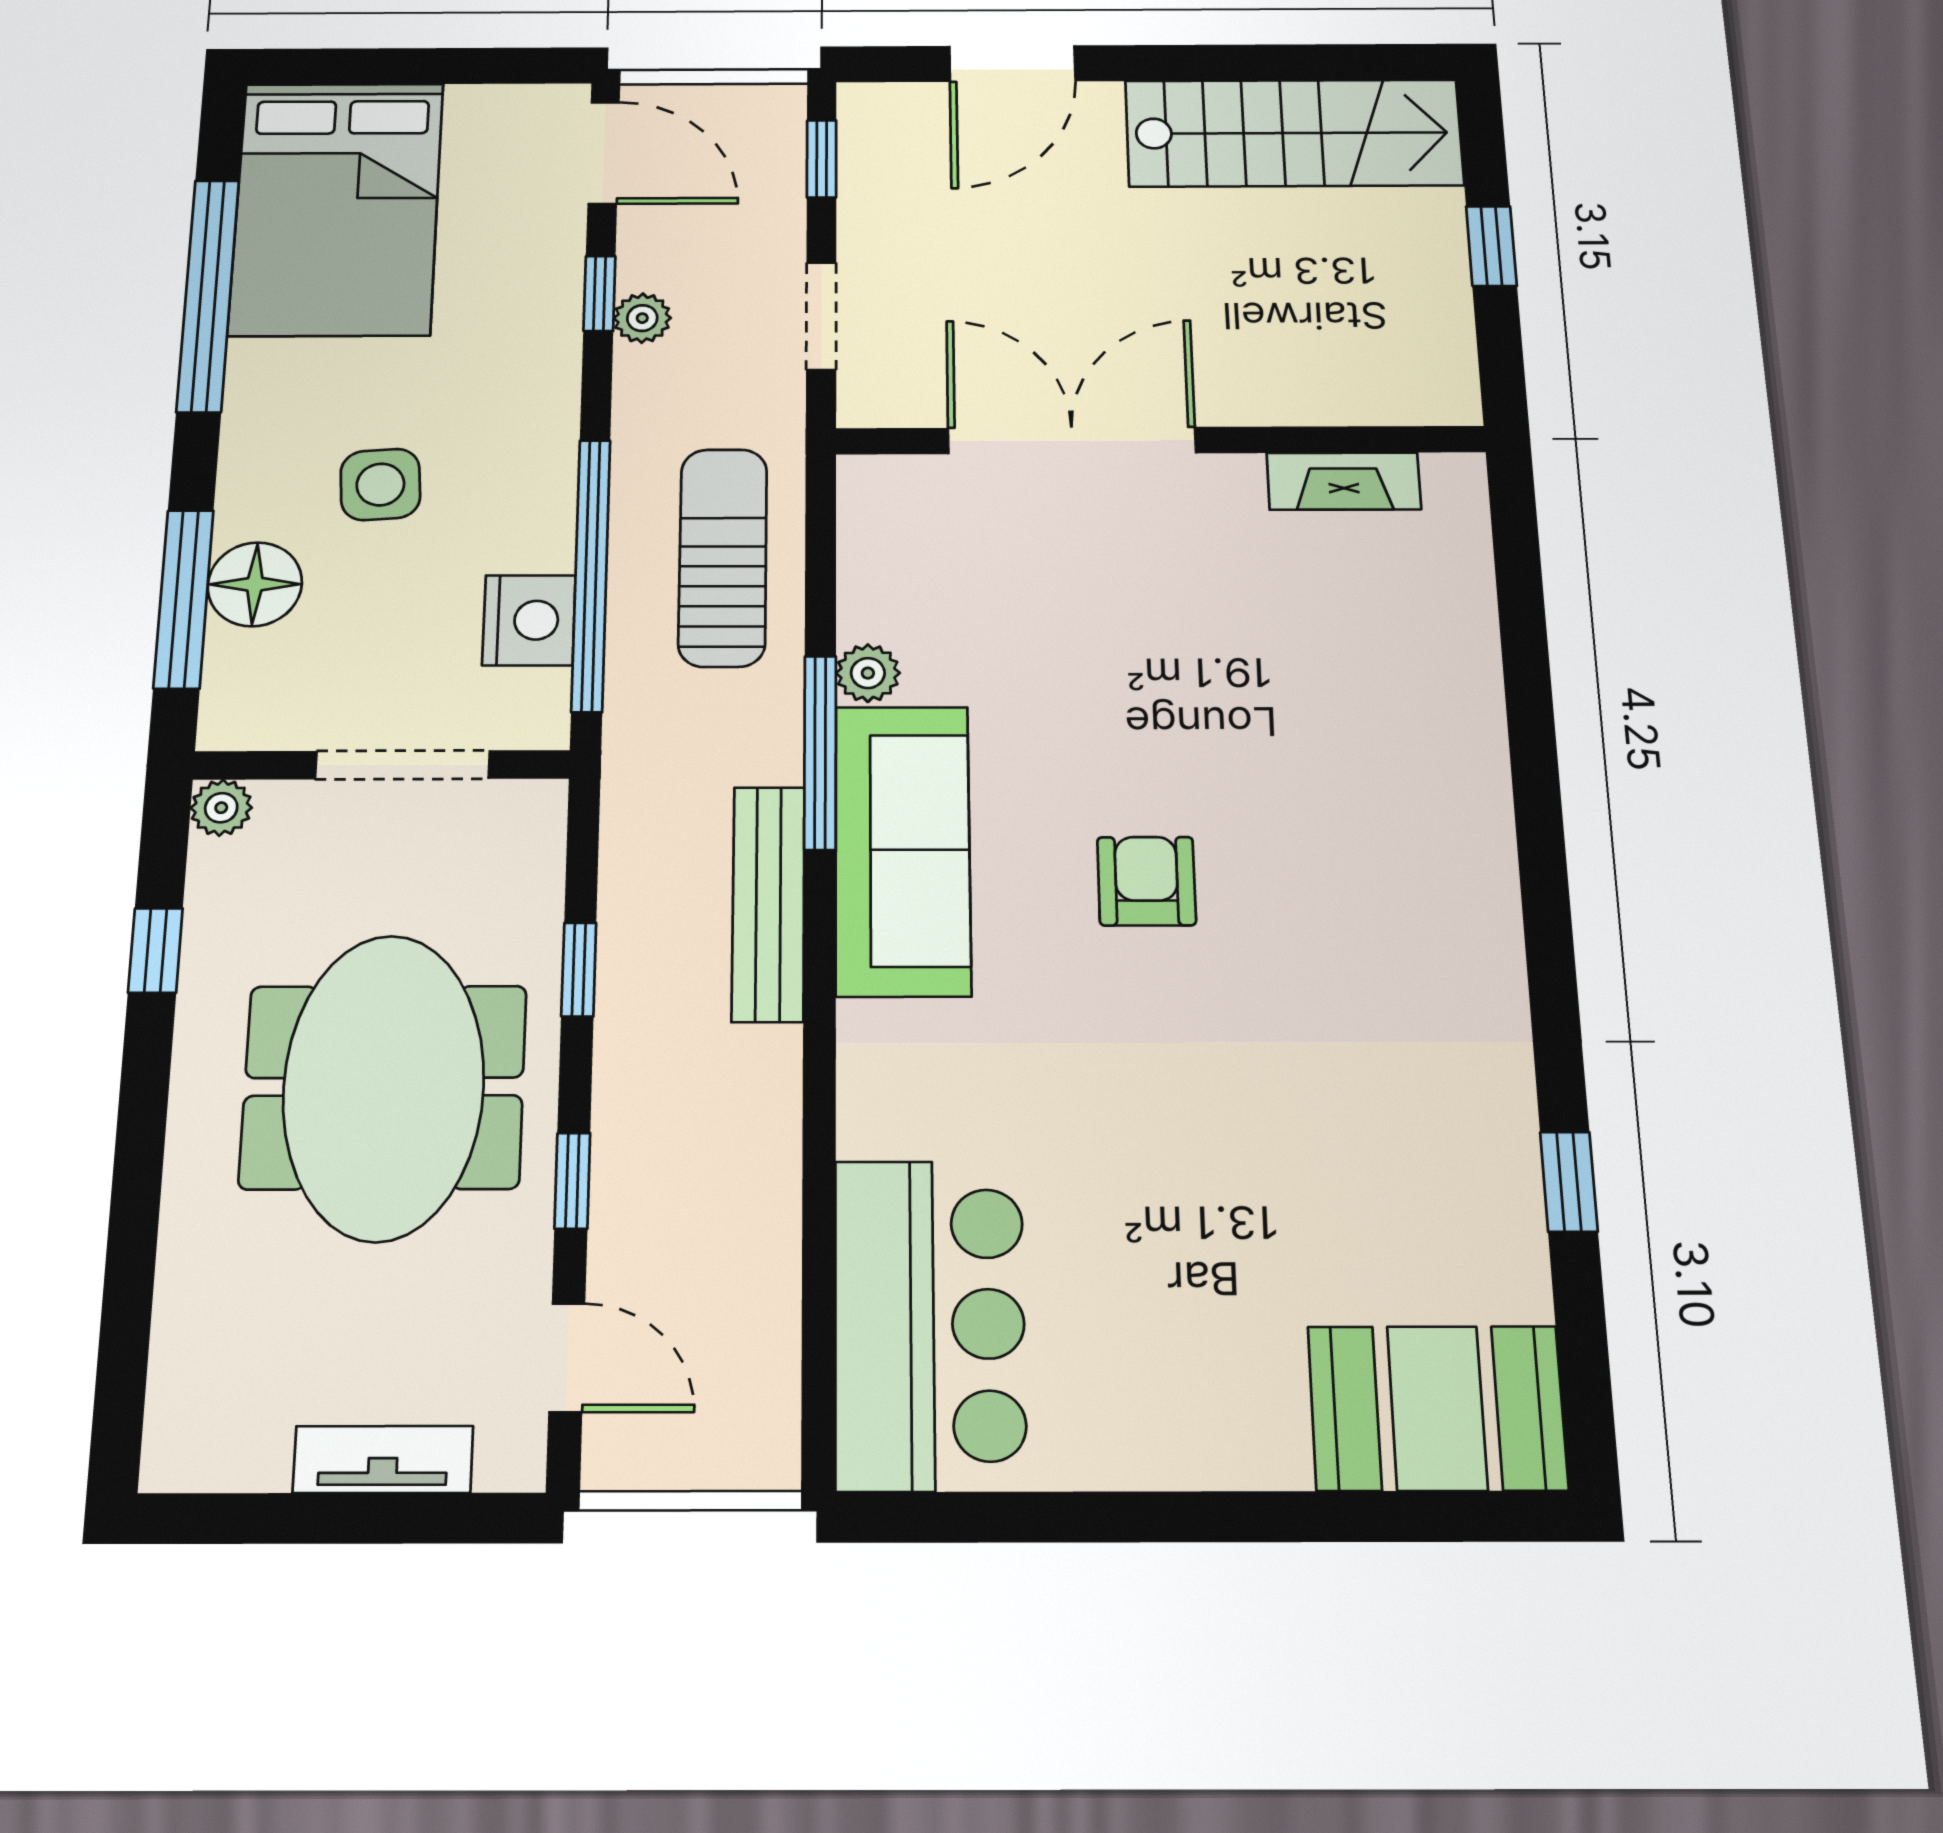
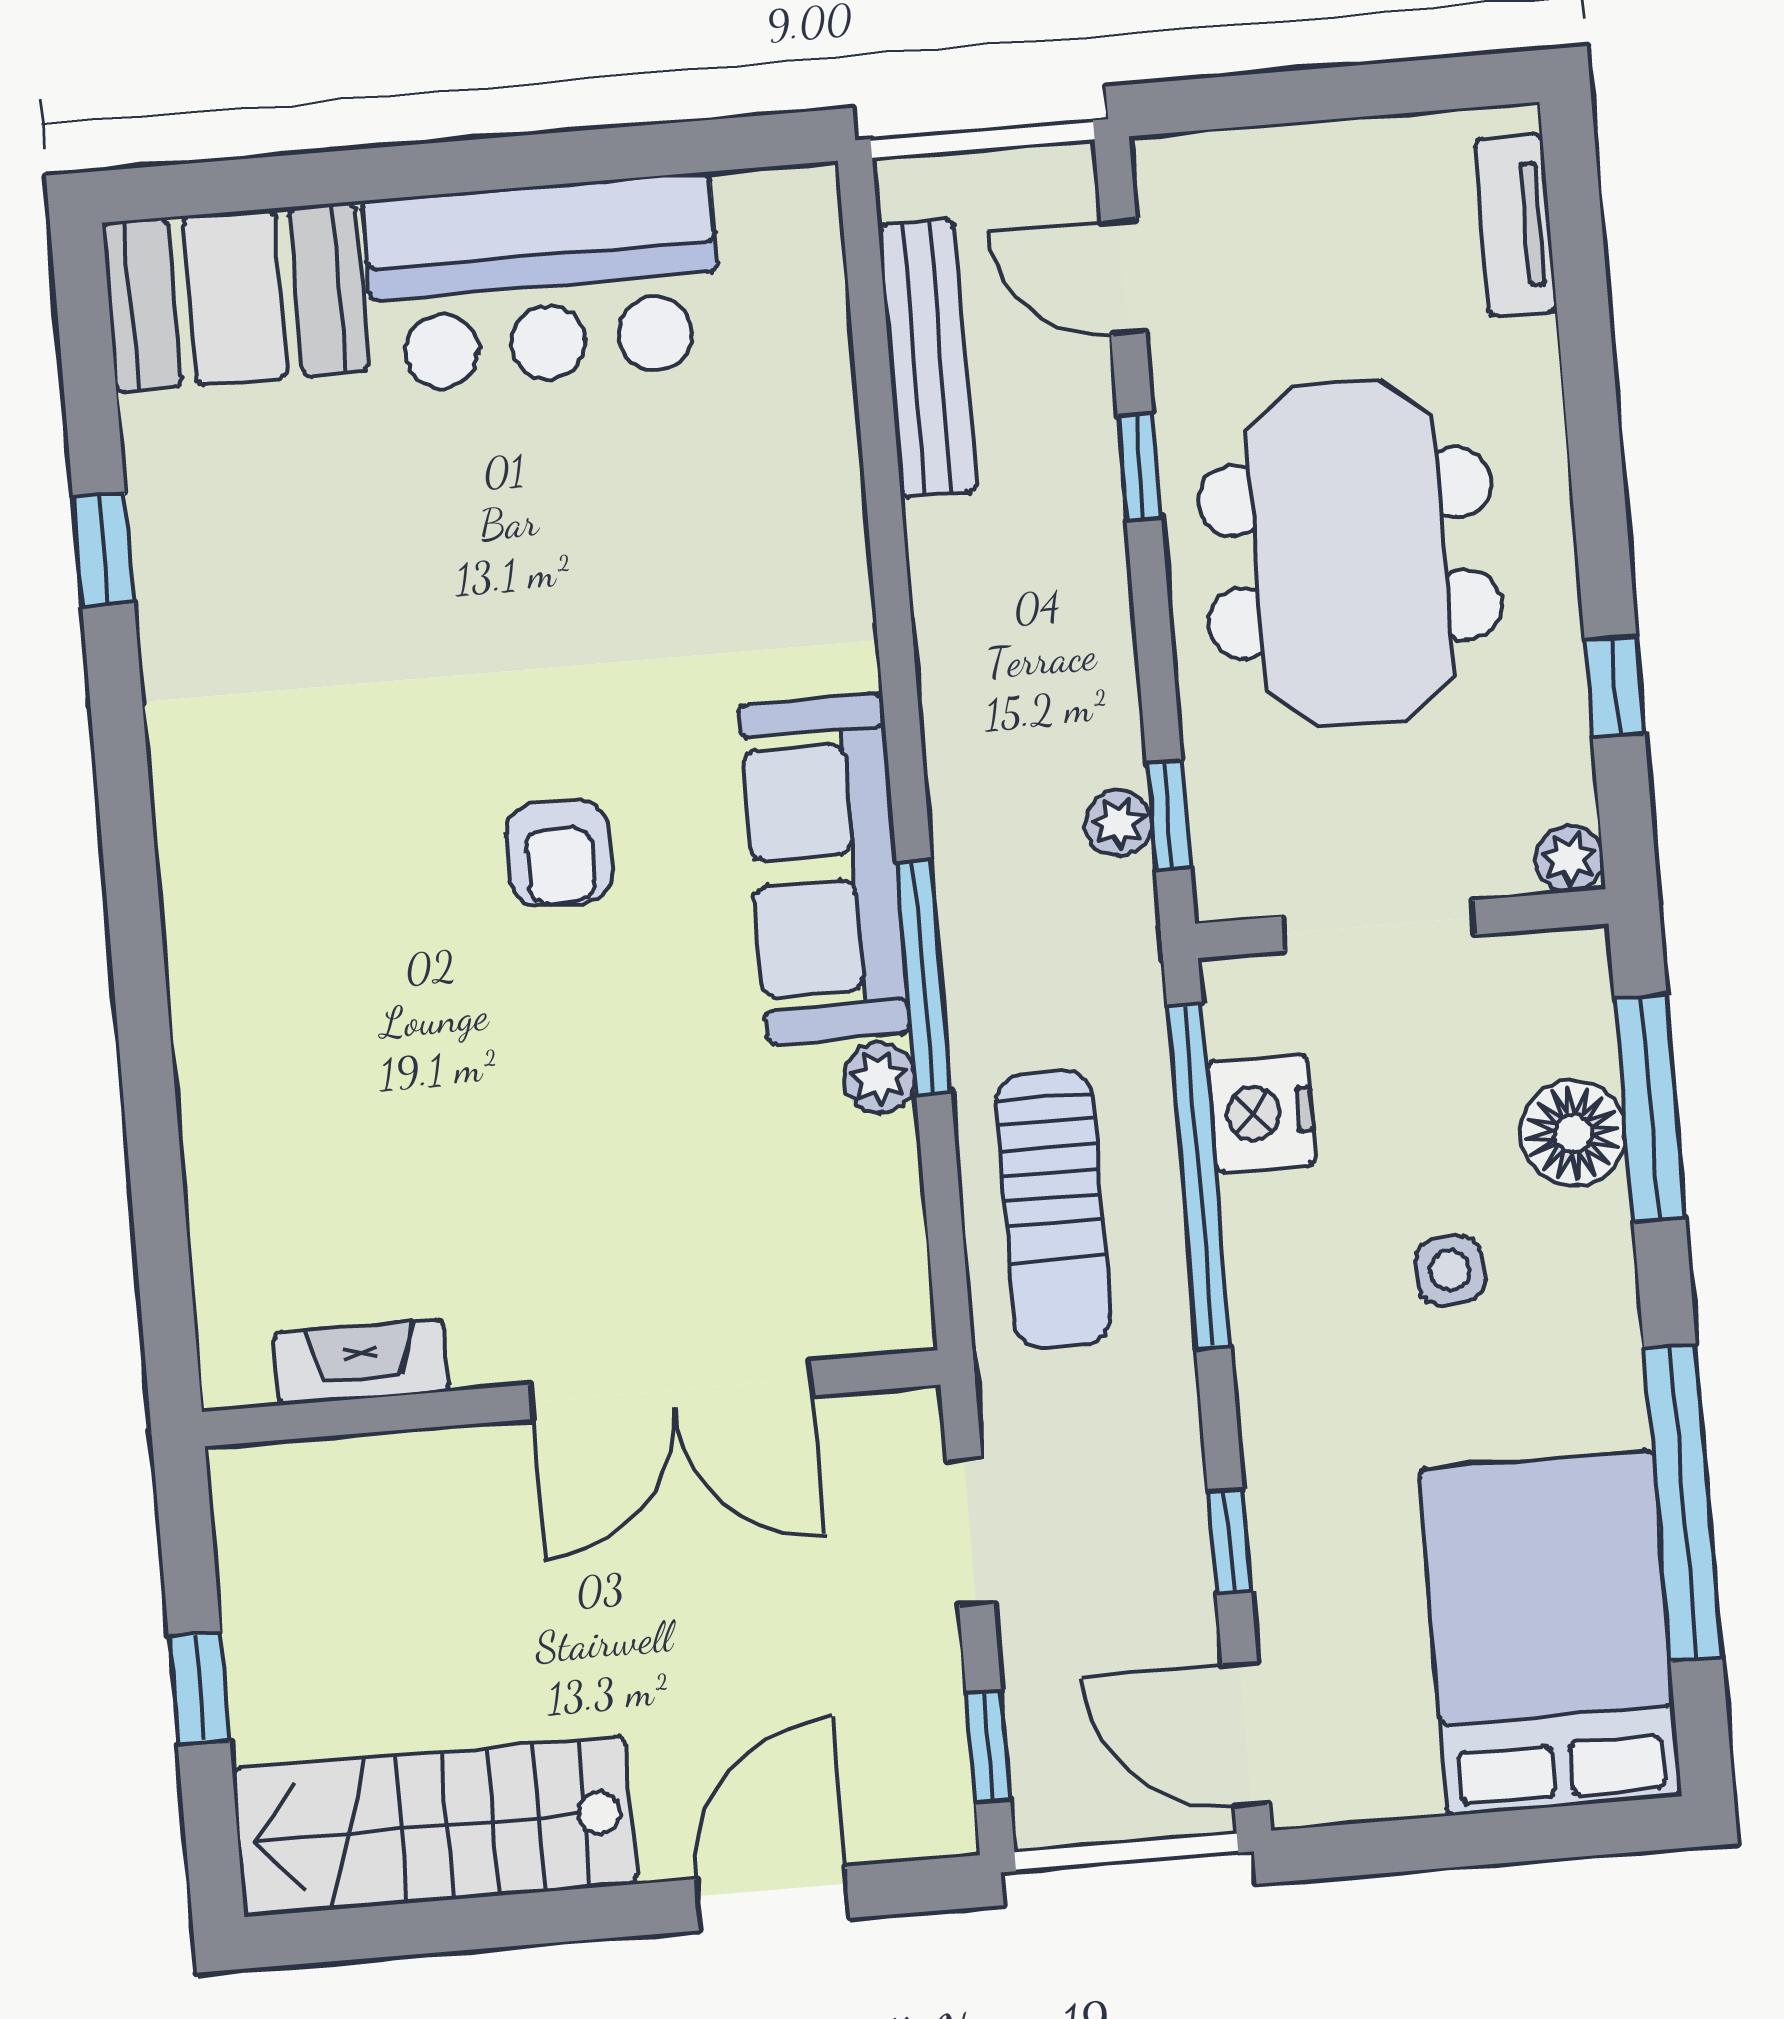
plant: (642, 318) -> (1119, 823), moved
side table: (380, 485) -> (1450, 1271), width x0.73, depth x0.73
bench: (768, 903) -> (927, 359), moved
window: (579, 970) -> (1169, 815), moved
bar counter: (930, 1324) -> (544, 283), moved, turned -90
tv unit: (383, 1459) -> (1516, 225), moved, turned 90

